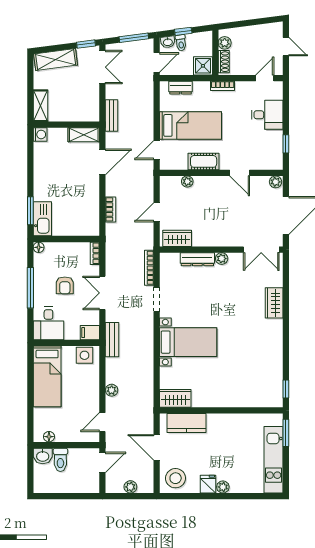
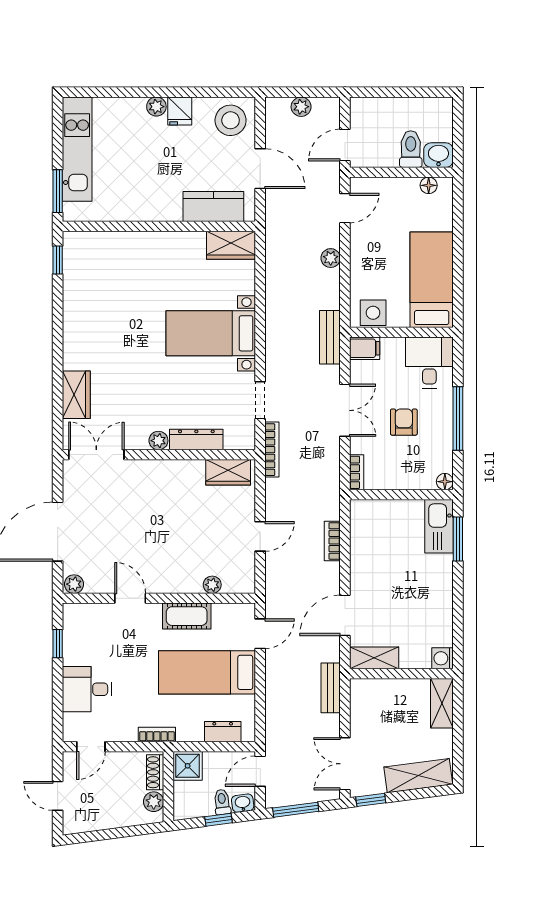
wardrobe: (177, 238) -> (228, 472), moved
wall: (221, 250) -> (159, 455), moved
double door: (261, 250) -> (96, 455), moved
dresser: (197, 259) -> (196, 440), moved
plant: (222, 259) -> (158, 441), moved

